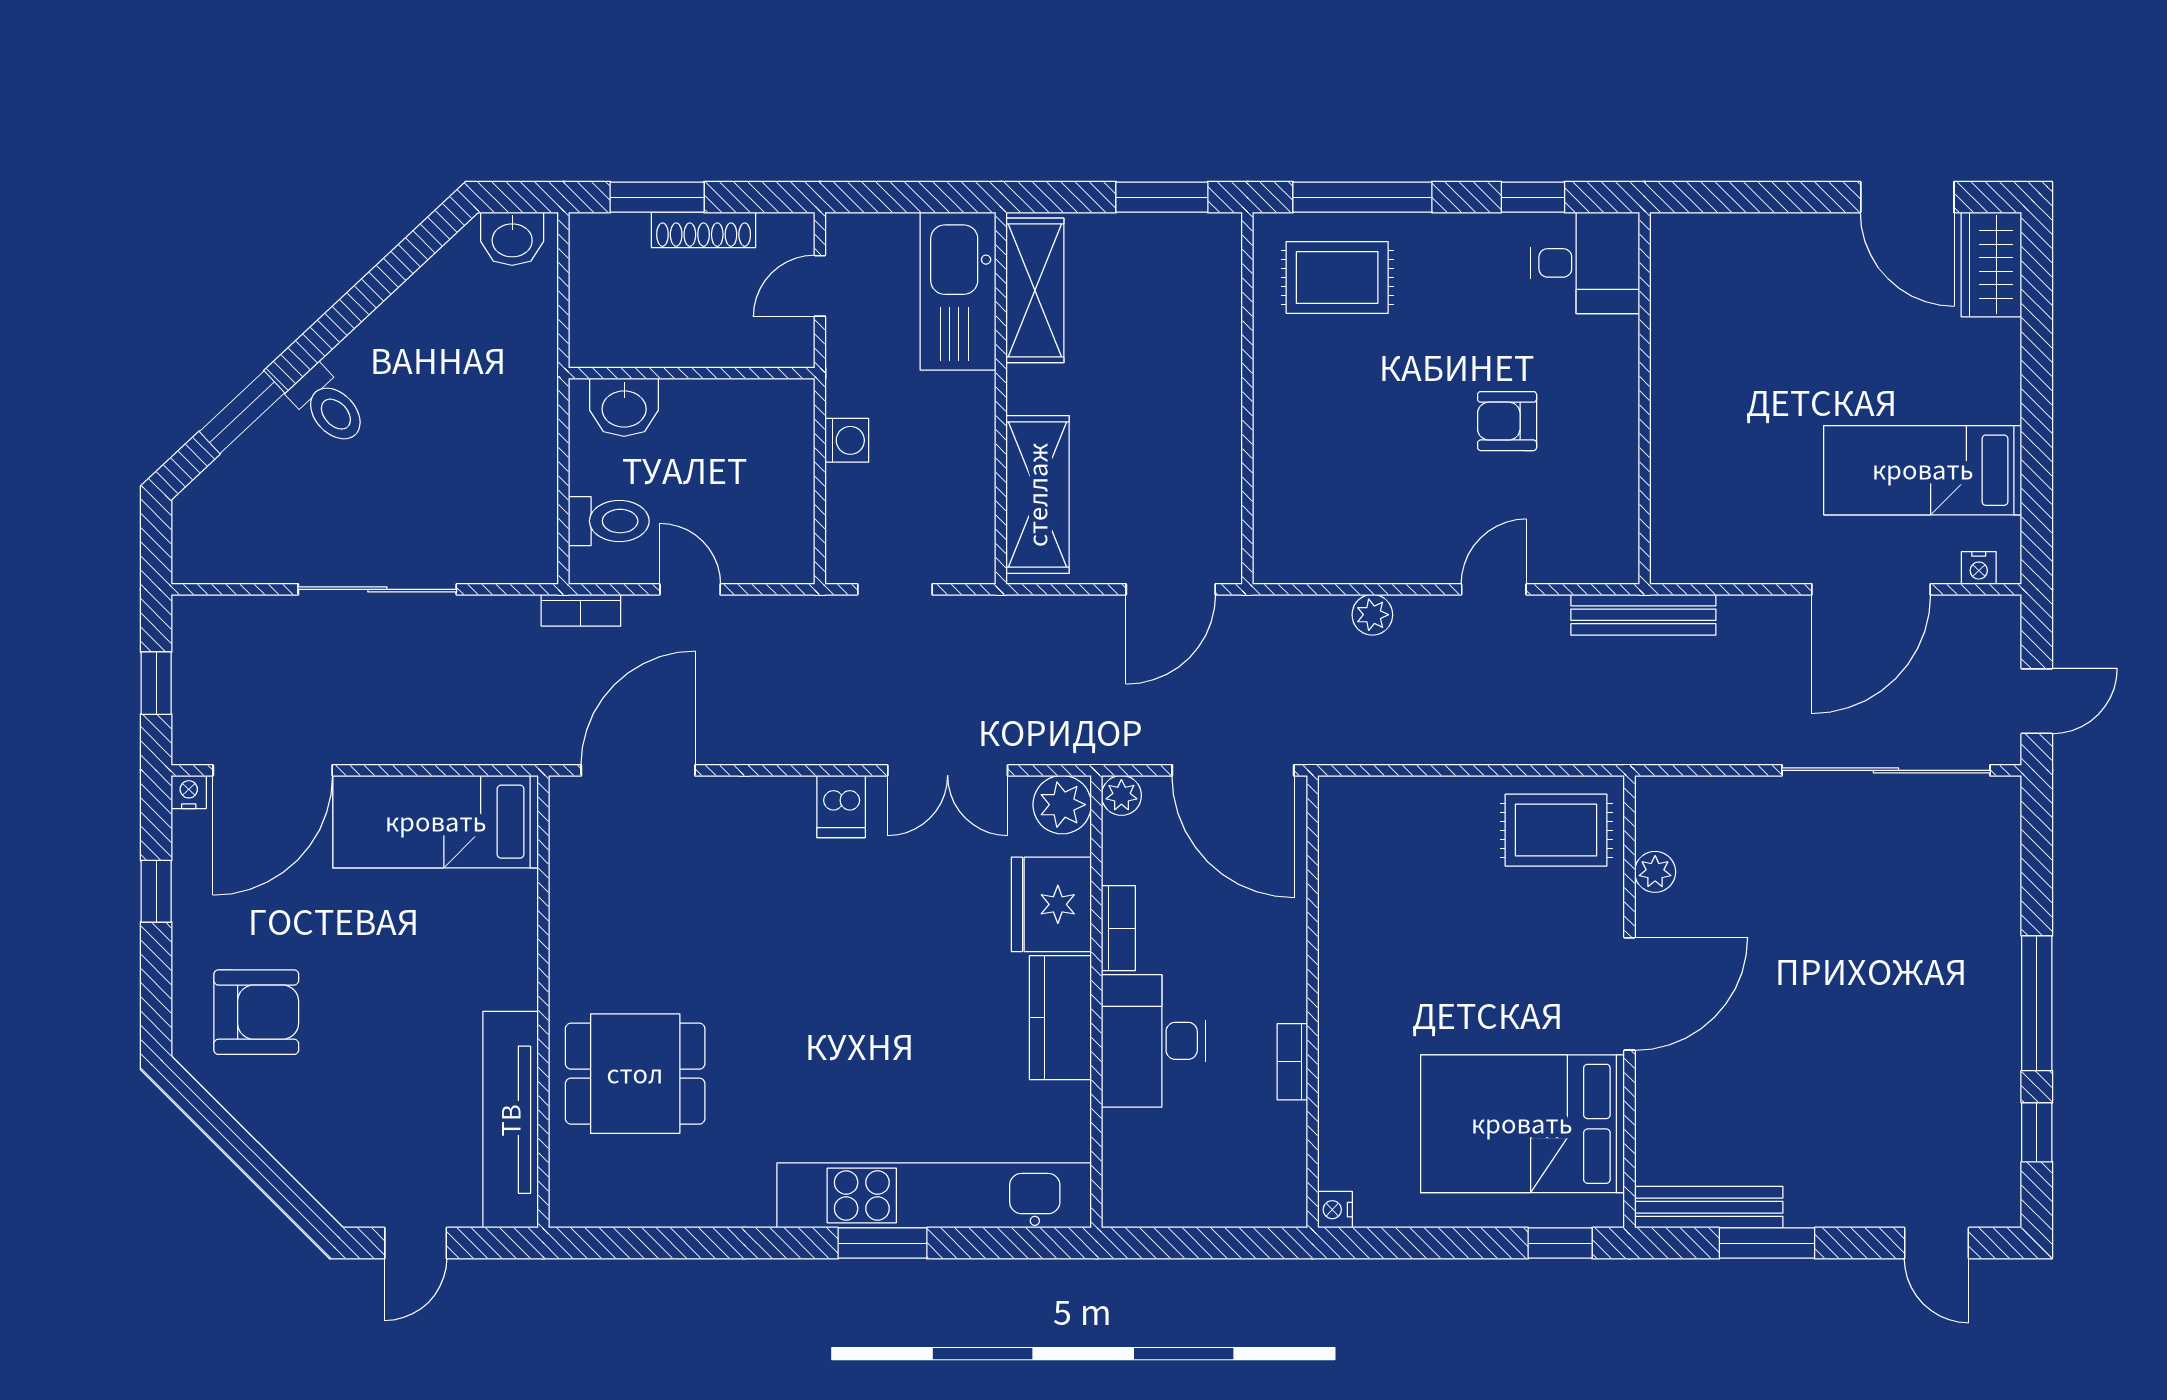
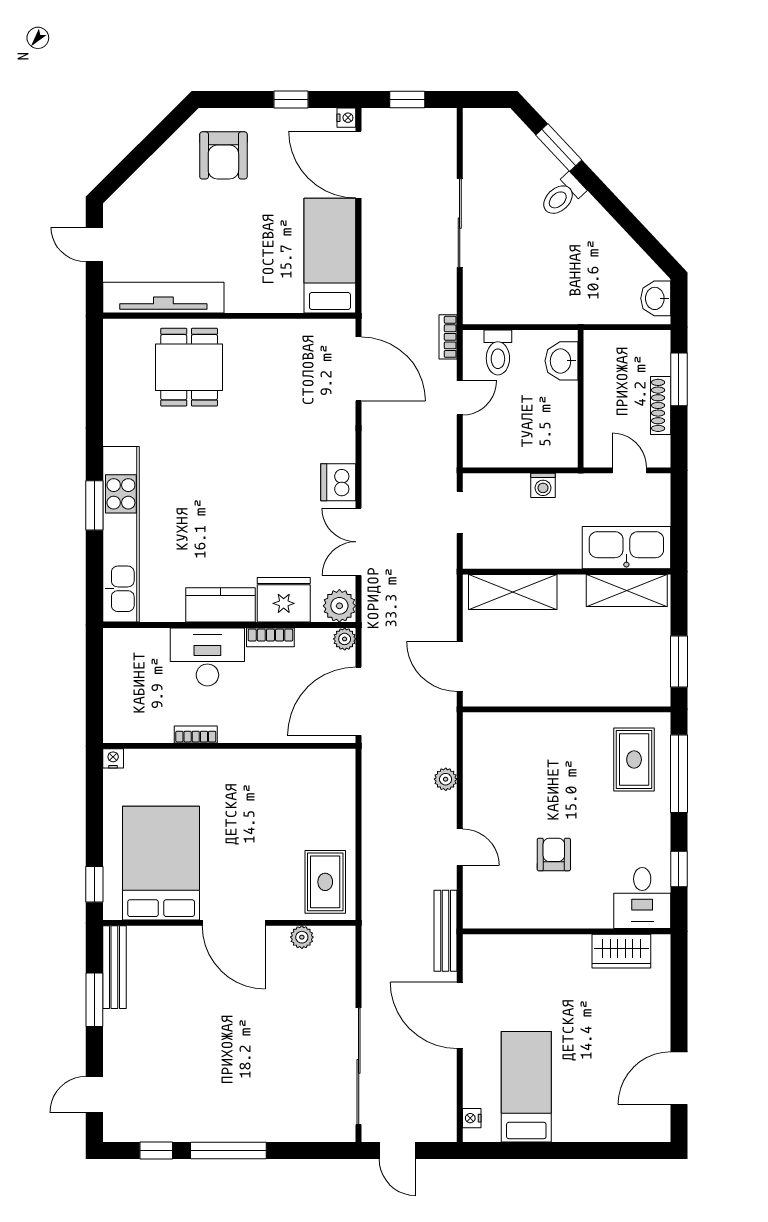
wardrobe: (1991, 265) -> (621, 951), moved, turned 180
door: (1871, 589) -> (460, 1015), moved
dishwasher: (841, 807) -> (338, 482), width x1.38

